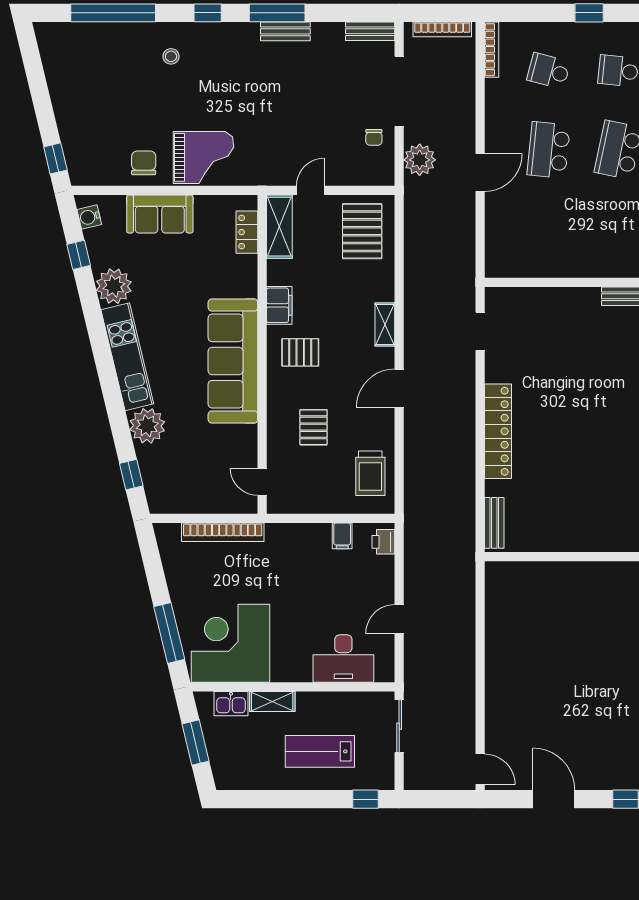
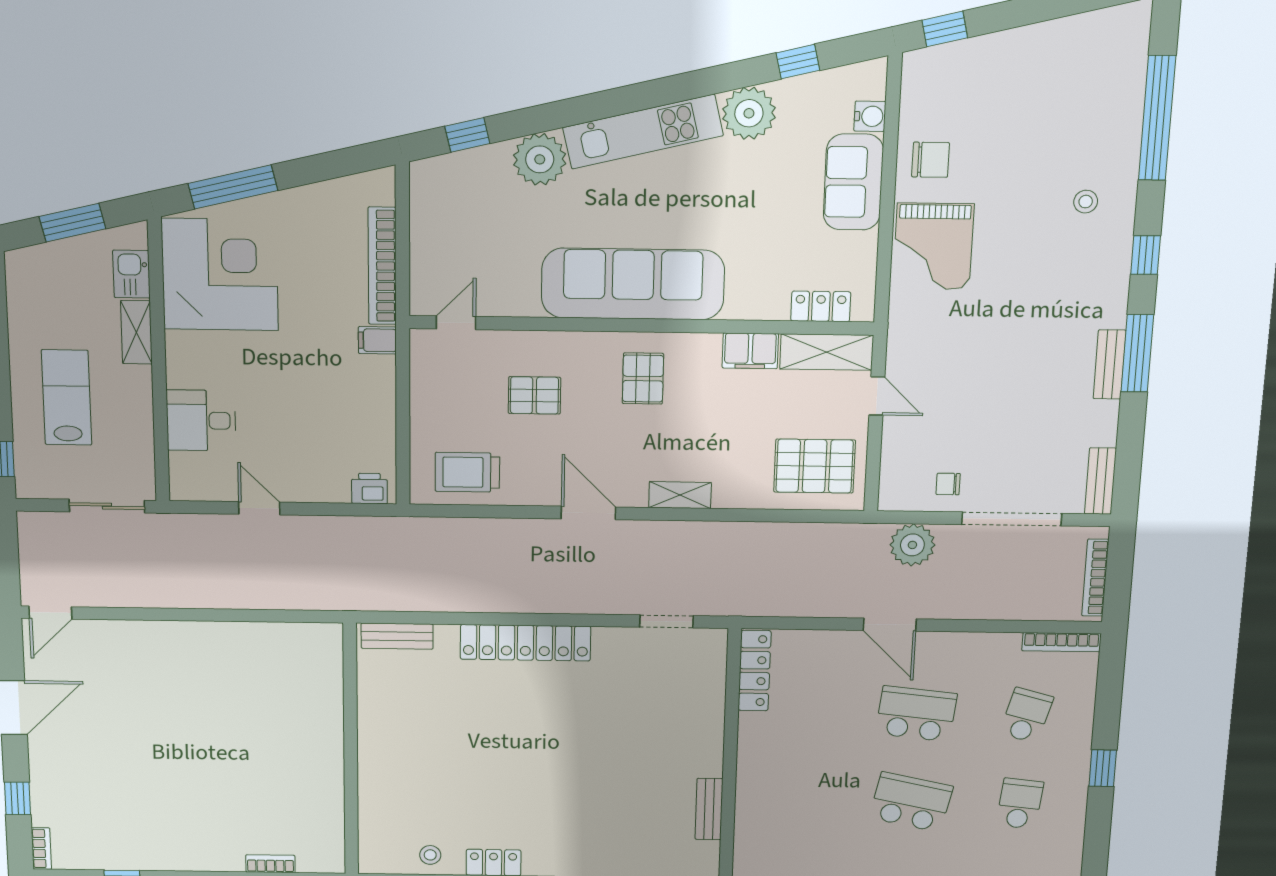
water cooler: (89, 217) -> (870, 116), moved, turned 103
locker: (517, 267) -> (755, 671), added
filing cabinet: (279, 305) -> (750, 351), moved
filing cabinet: (342, 536) -> (377, 340), moved
desk: (343, 659) -> (201, 420), width x0.73

